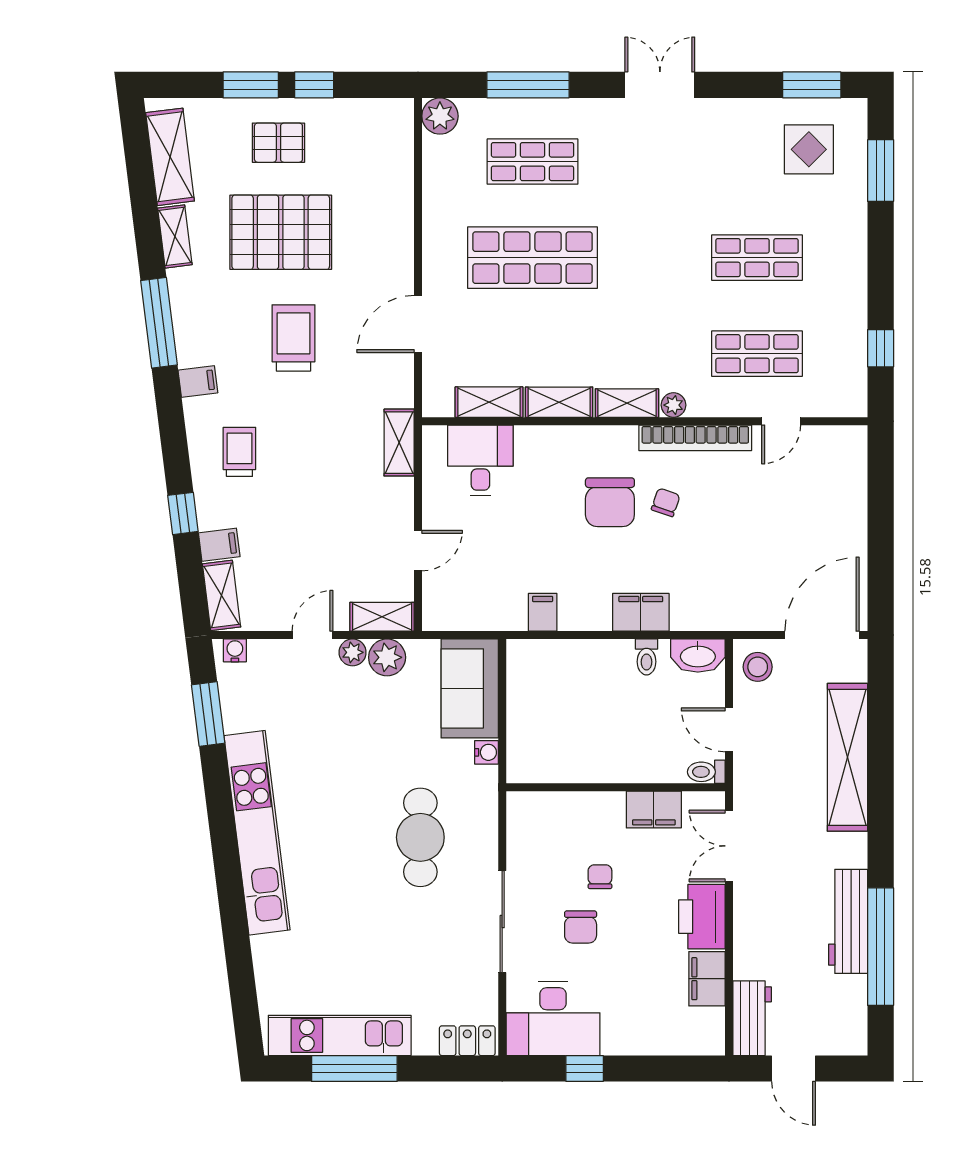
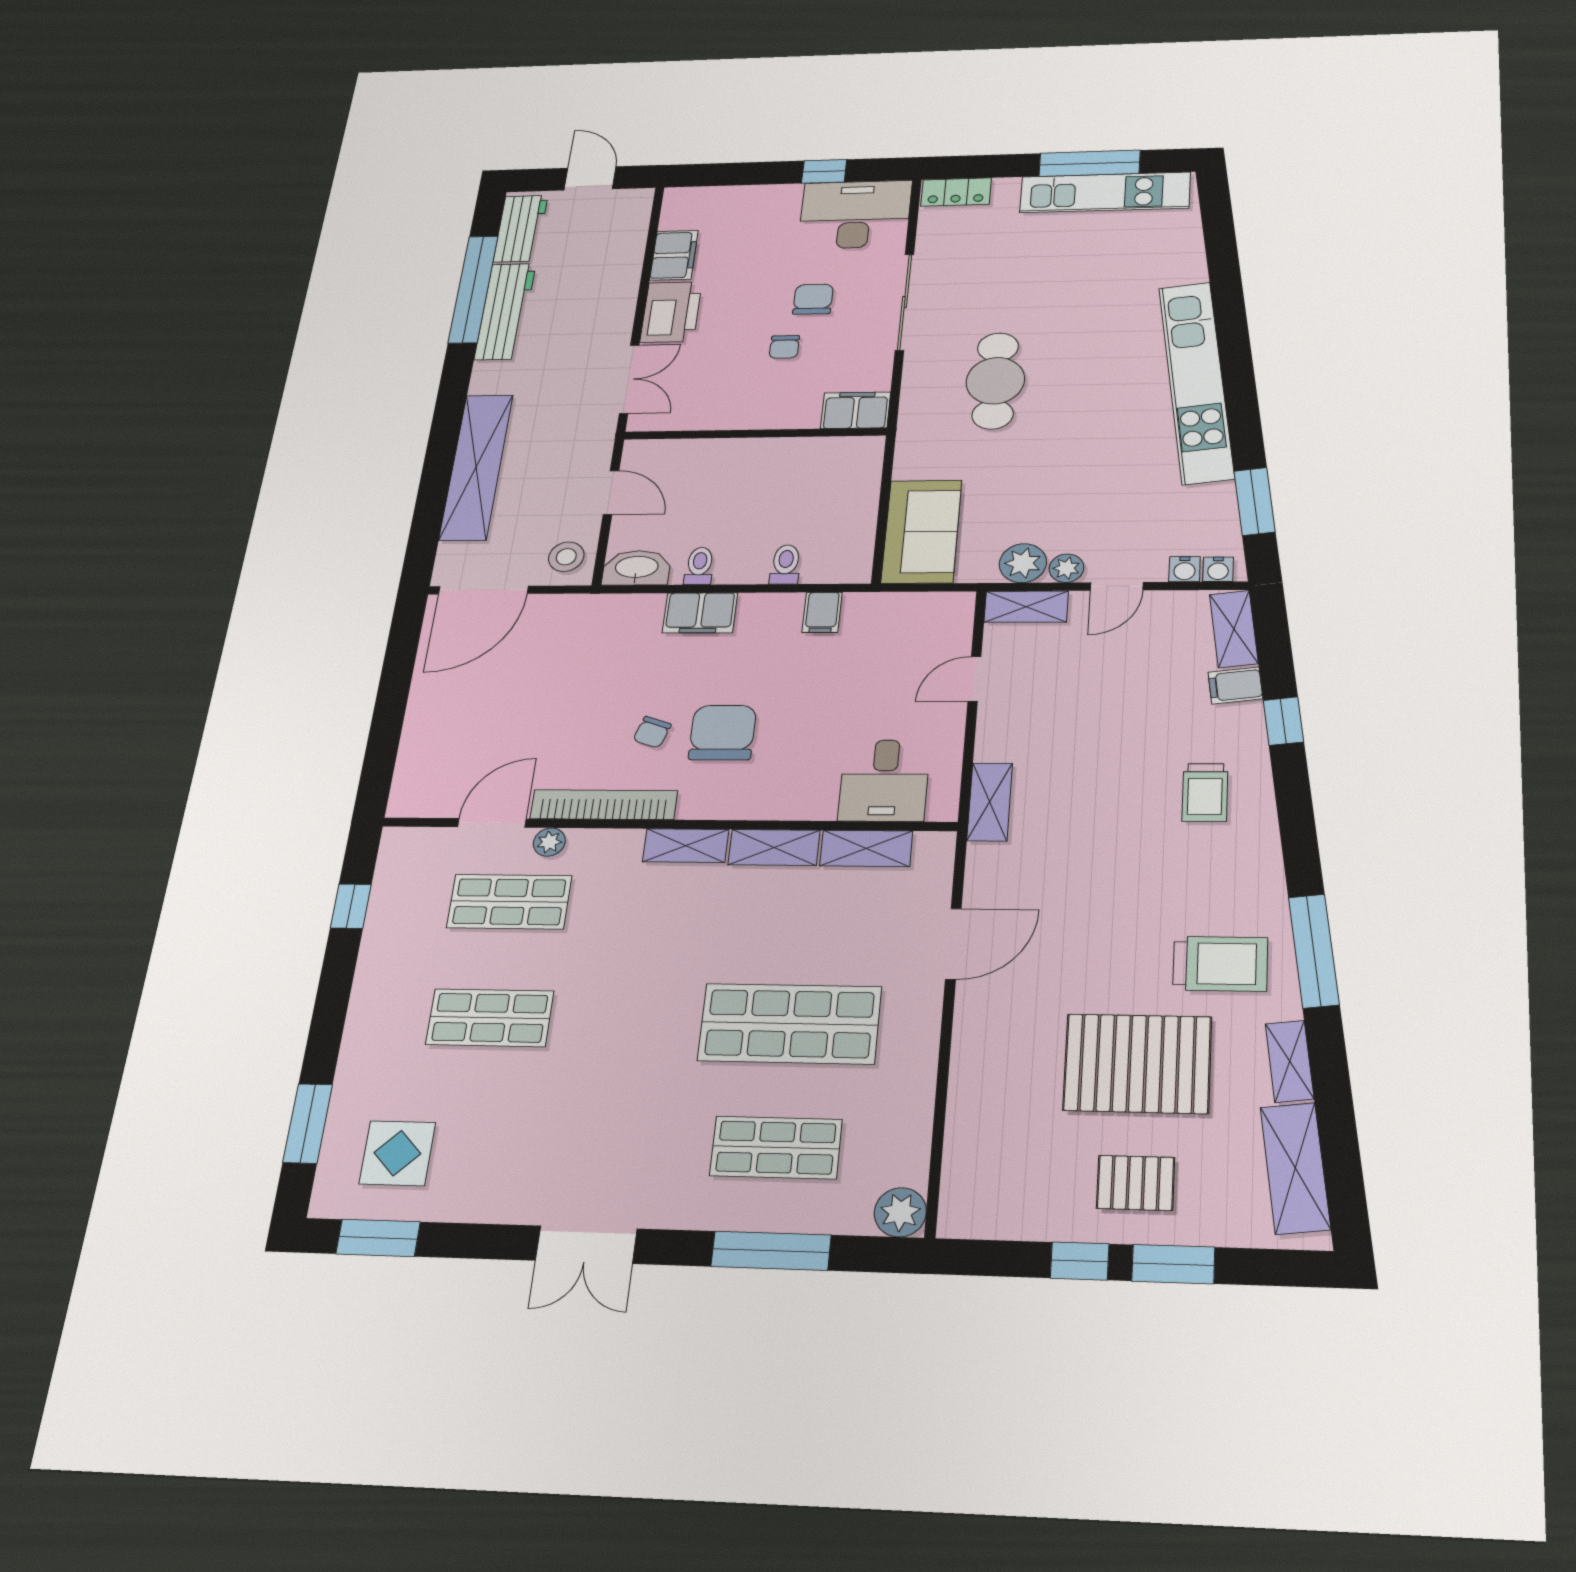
trolley: (293, 338) -> (1220, 964), moved, turned -90
filing cabinet: (198, 381) -> (1260, 877), removed
plant: (673, 405) -> (549, 842), moved
door: (781, 421) -> (492, 823), width x1.38
water cooler: (487, 752) -> (1185, 569), moved, turned -90
toilet: (706, 772) -> (785, 564), moved, turned -90
filing cabinet: (654, 810) -> (856, 410), moved
workbench: (752, 1018) -> (521, 229), moved, turned 180

